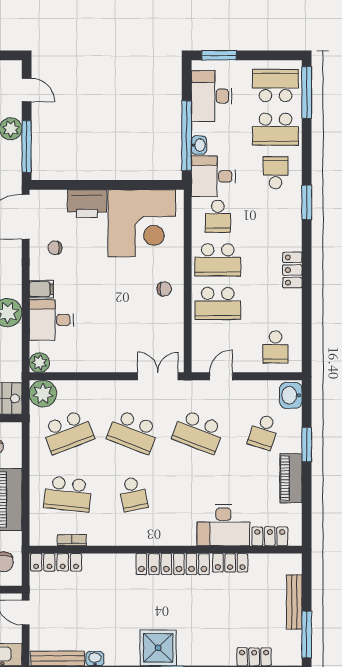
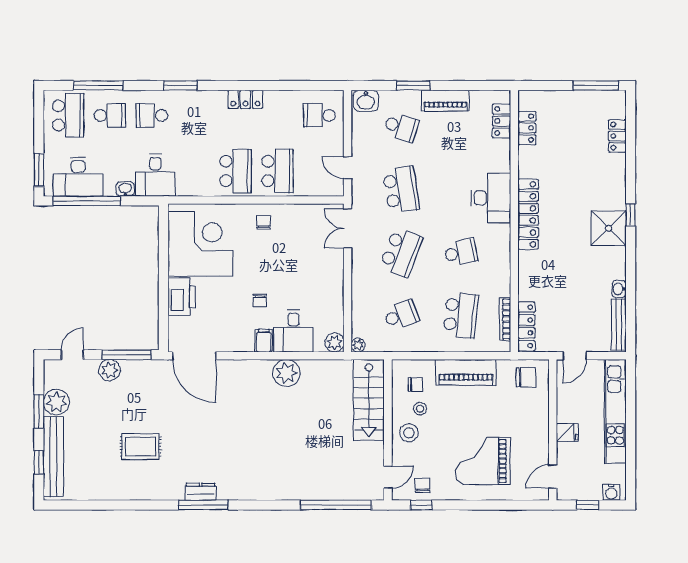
school desk: (276, 86) -> (68, 115), turned 180
window: (307, 92) -> (98, 85), moved
school desk: (276, 129) -> (110, 115), width x0.54
window: (187, 136) -> (87, 201), moved
school desk: (218, 216) -> (194, 171), removed
chair: (55, 248) -> (260, 301), moved
school desk: (276, 347) -> (319, 115), turned 180
plant: (43, 394) -> (358, 345), width x0.53, depth x0.53
school desk: (68, 432) -> (401, 315), width x0.54
school desk: (198, 432) -> (401, 190), turned -30
desk: (223, 525) -> (491, 198), moved
bookcase: (72, 540) -> (505, 319), width x1.56
locker: (230, 563) -> (527, 128), moved
bench: (294, 602) -> (565, 97), removed

